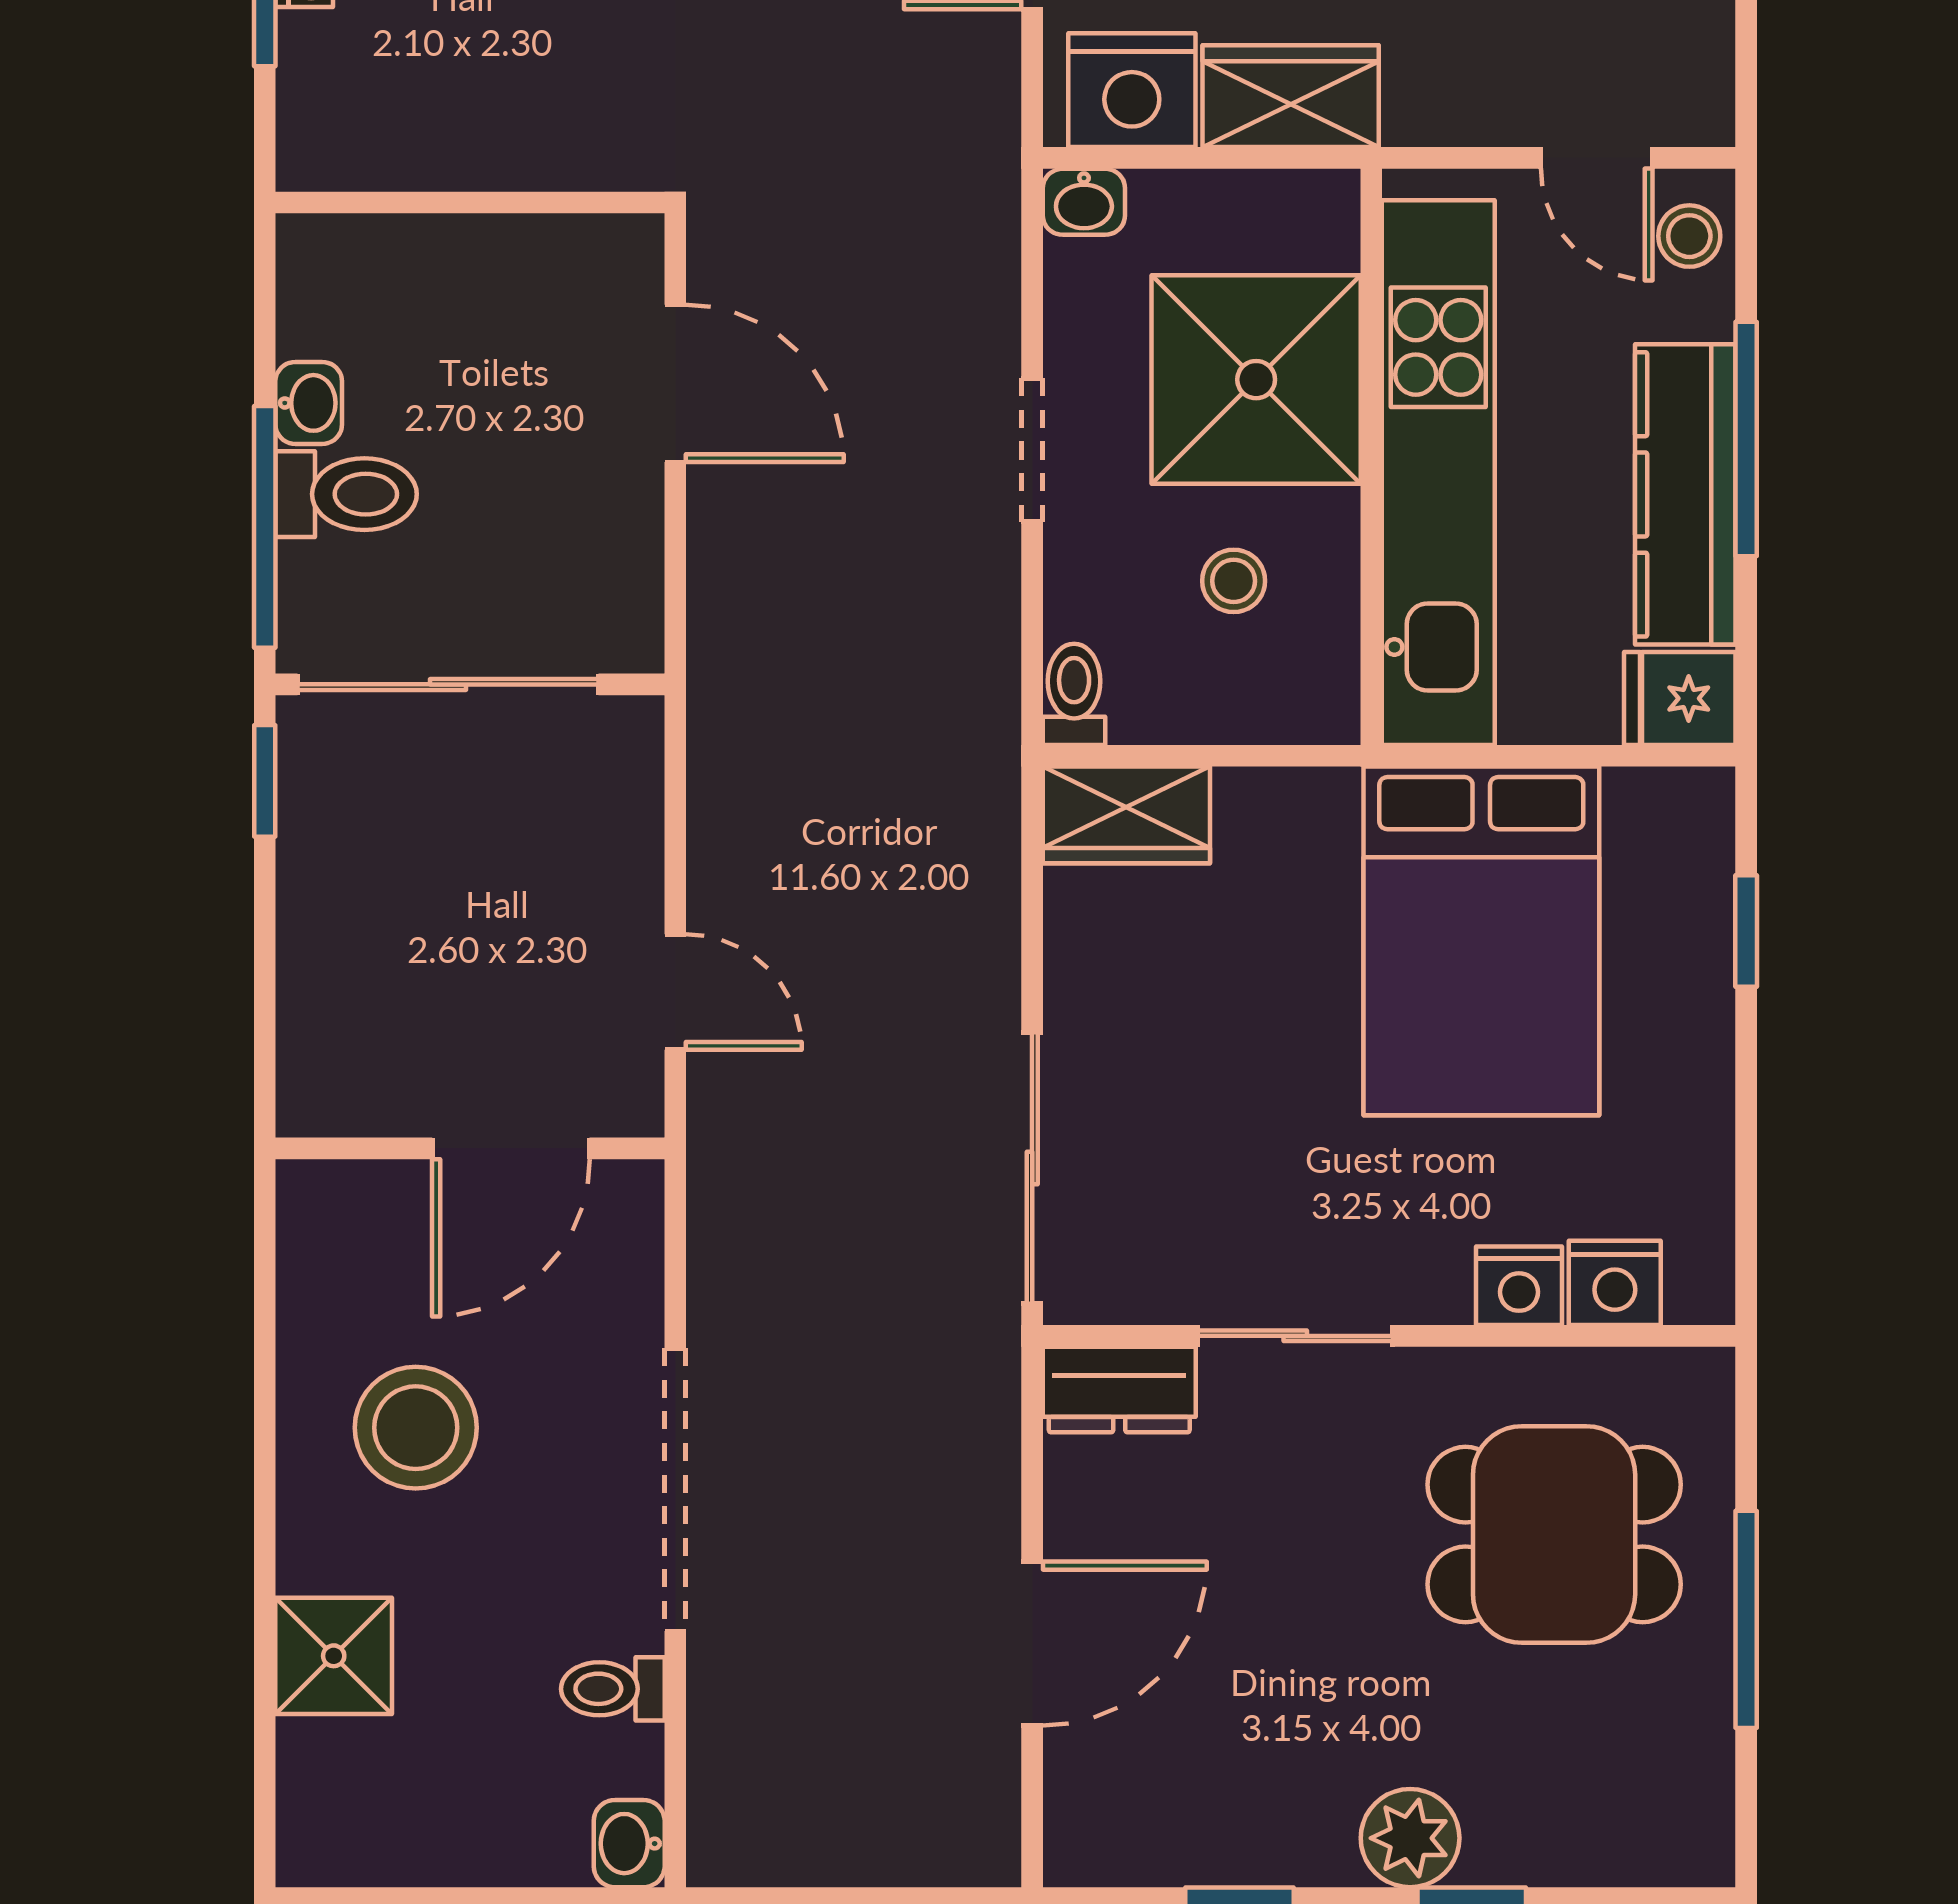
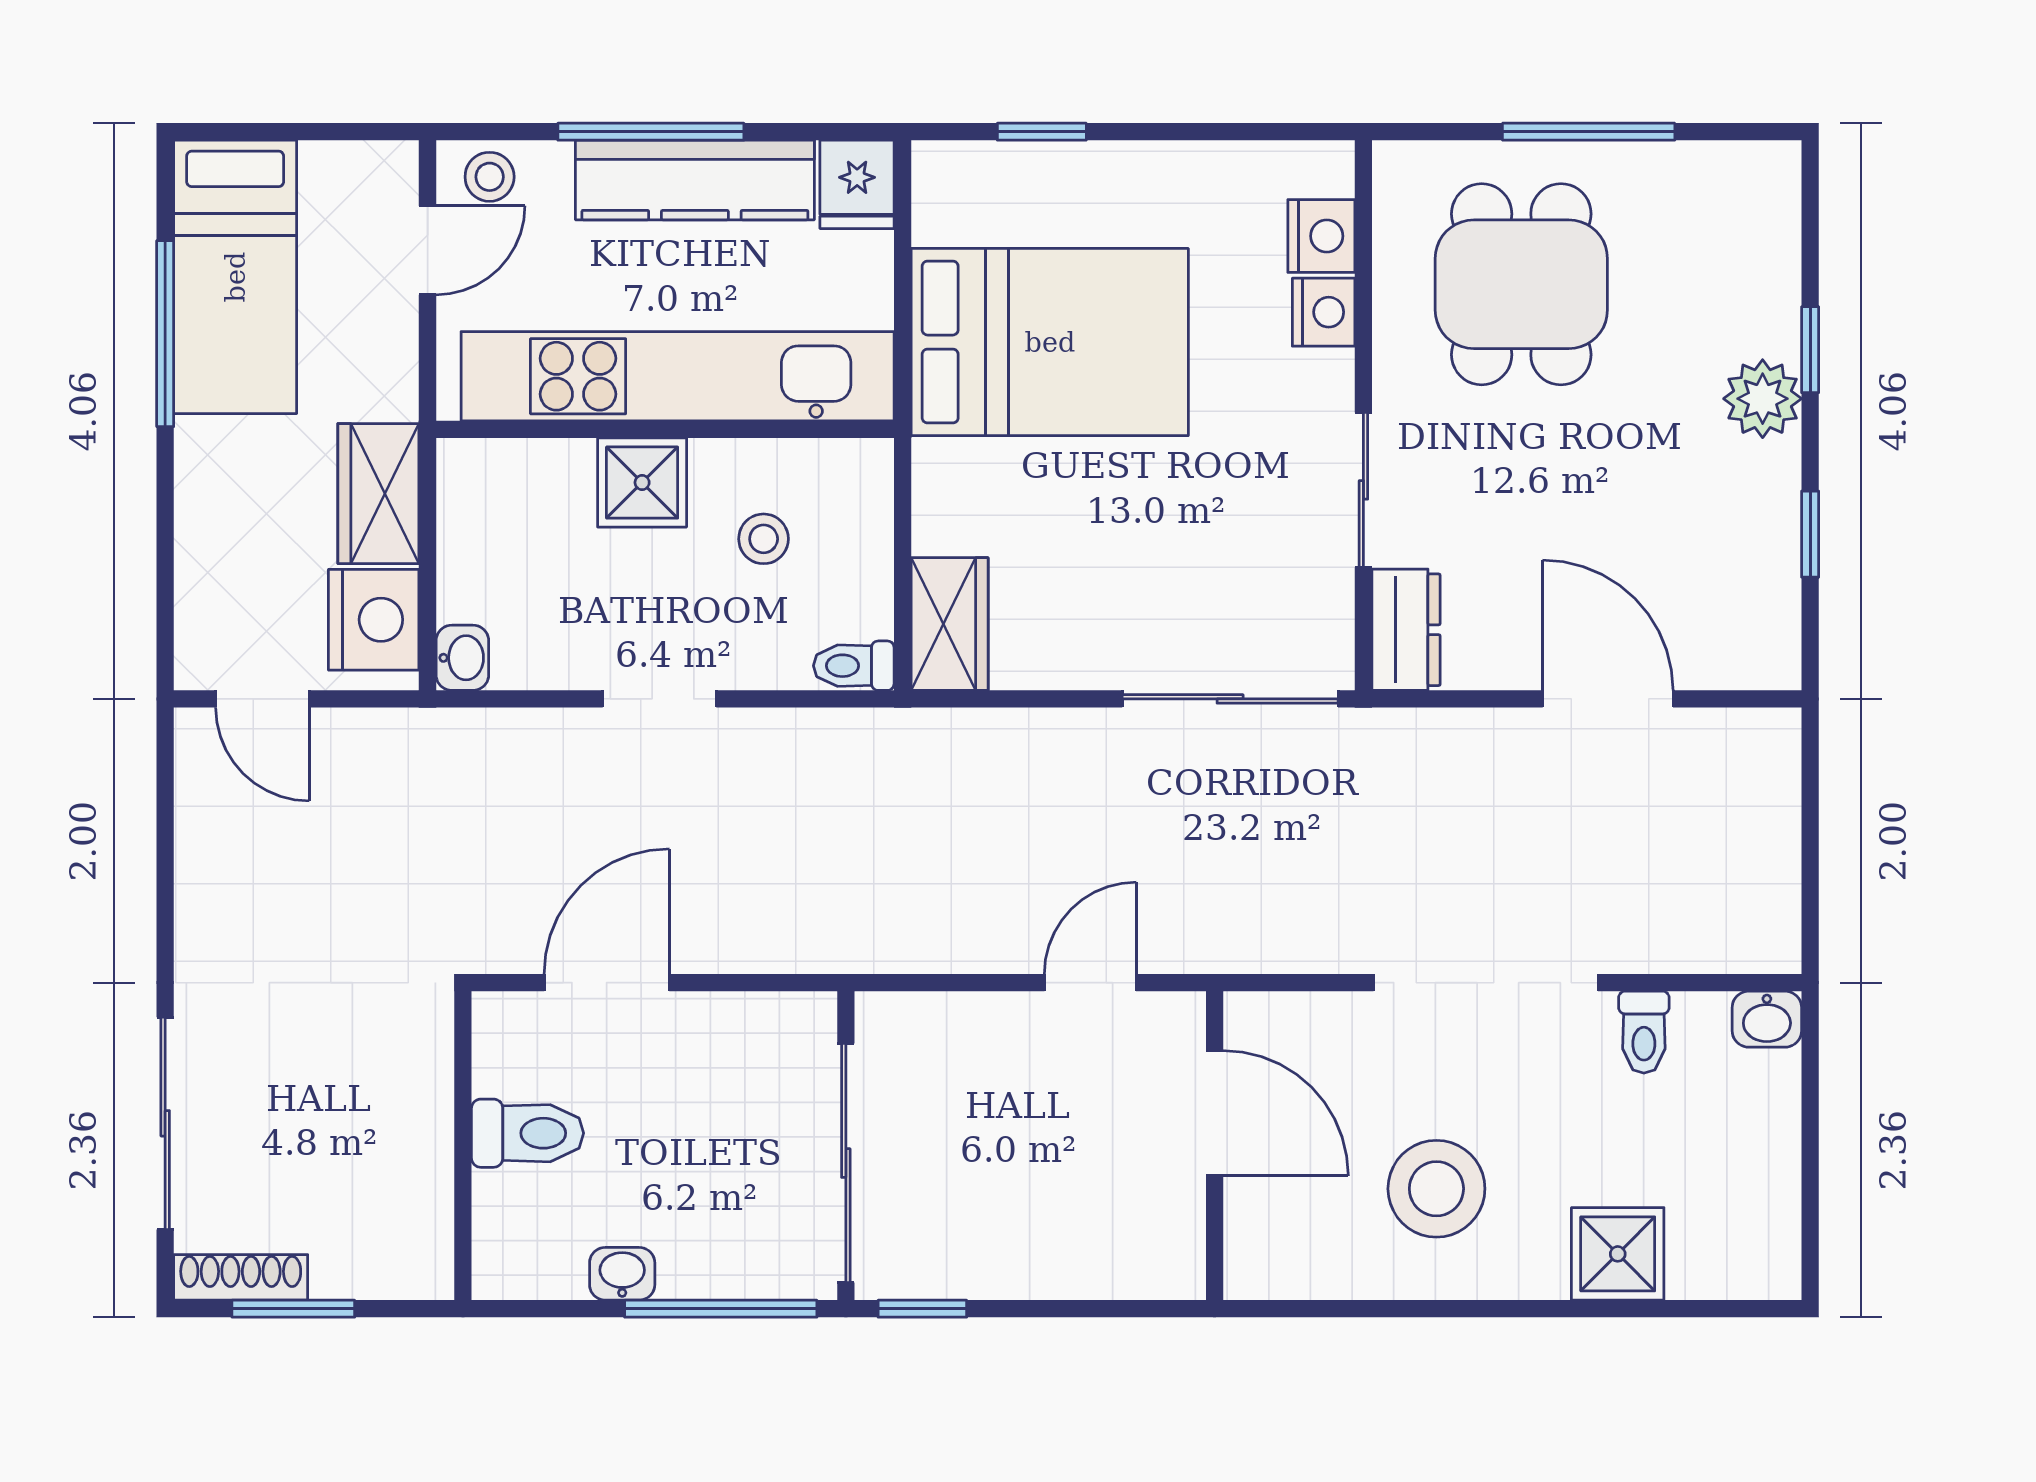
shower: (1256, 380) -> (642, 483), width x0.54, depth x0.54
toilet: (346, 494) -> (528, 1133), moved, turned 90

